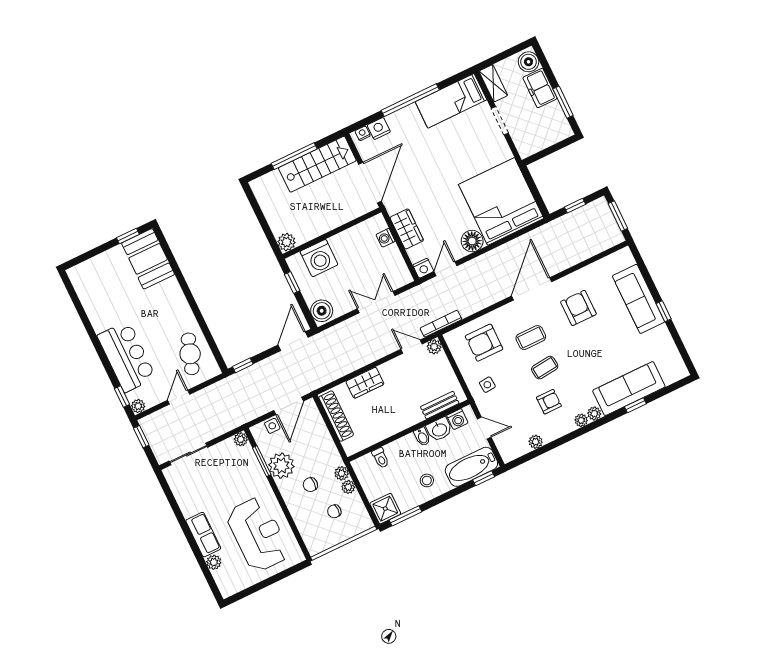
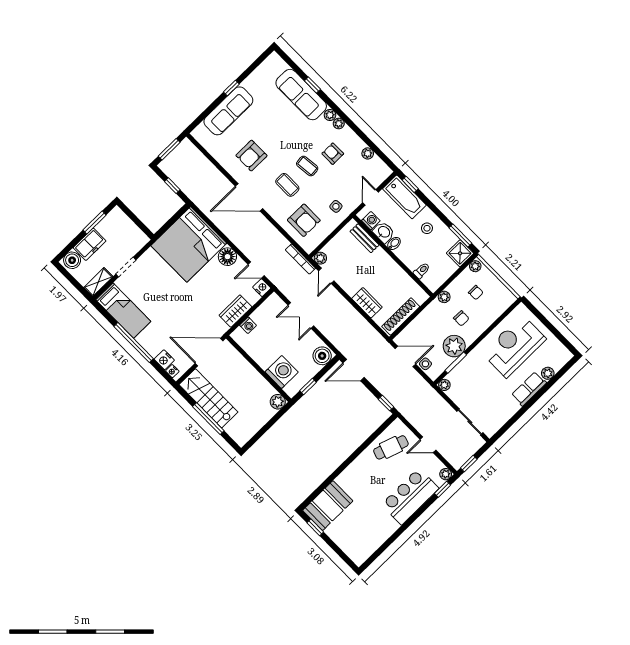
plant: (348, 487) -> (475, 266), moved

